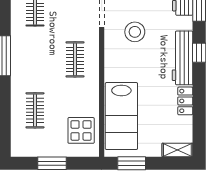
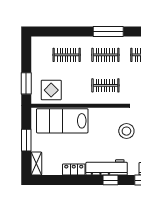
clothes rail: (35, 59) -> (105, 55), added
window: (52, 163) -> (26, 83), moved
window: (132, 163) -> (26, 140), moved

